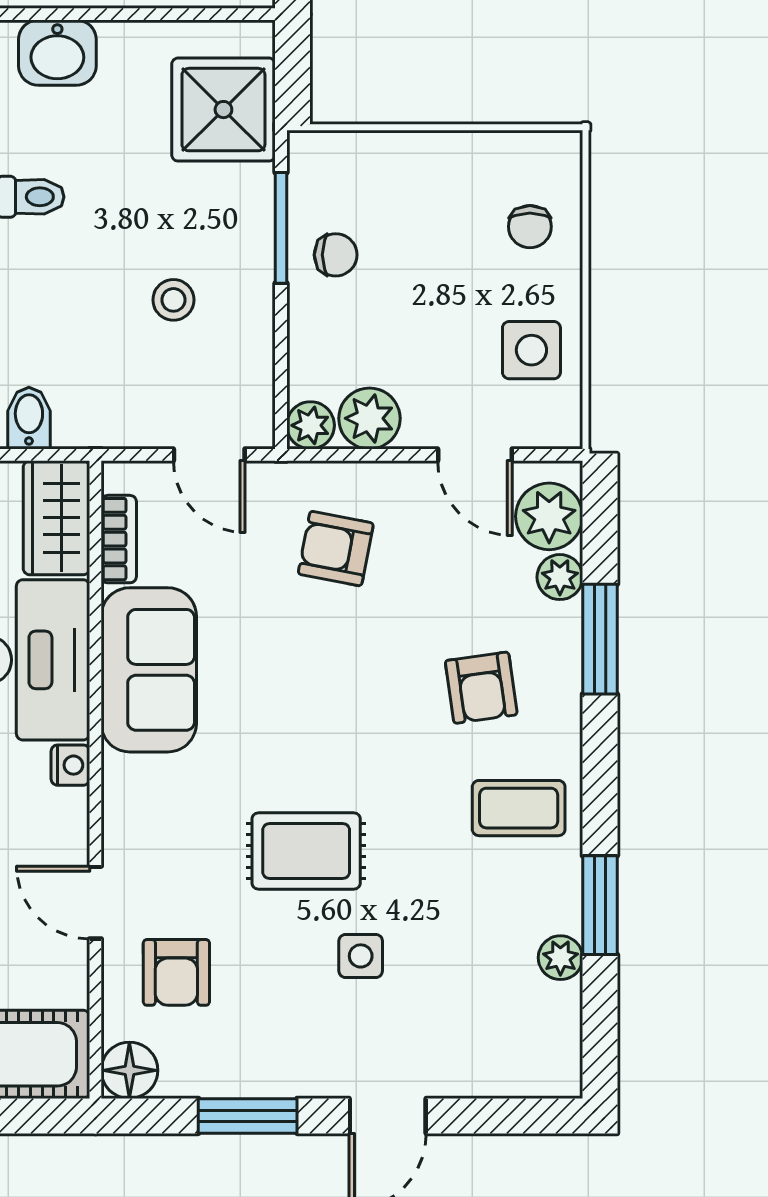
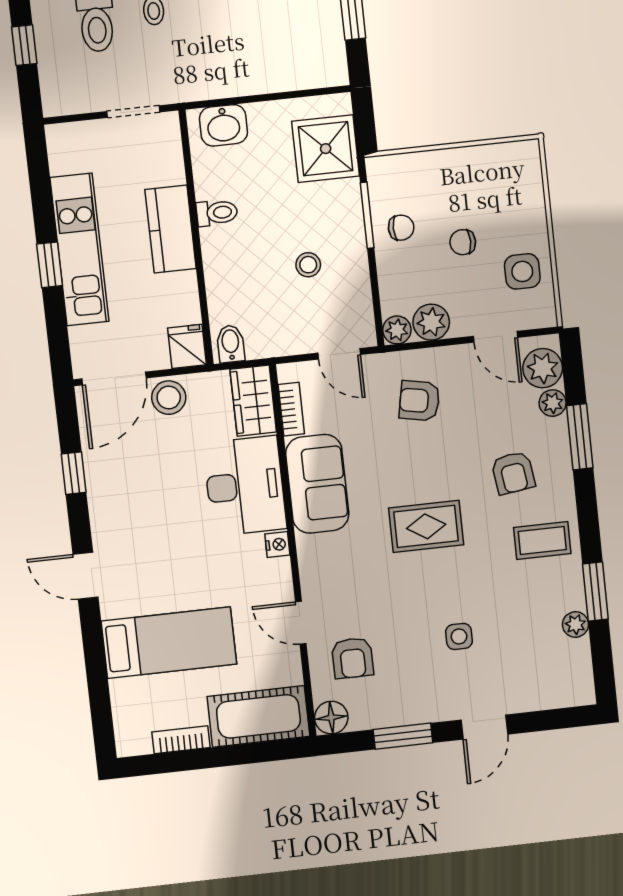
chair: (530, 227) -> (463, 242), moved, turned 90
rug: (306, 851) -> (426, 526), moved

